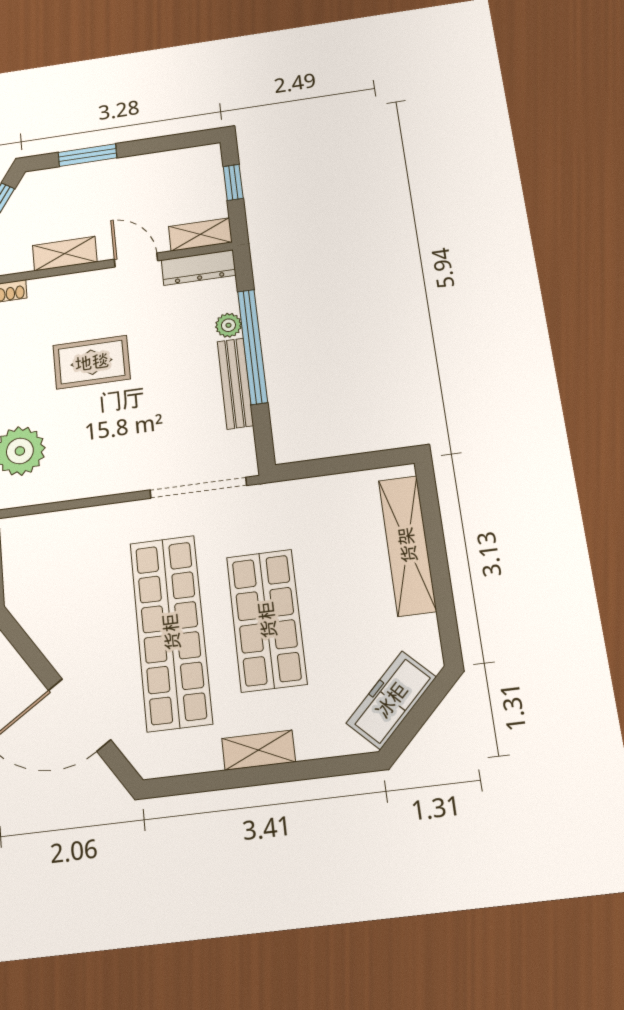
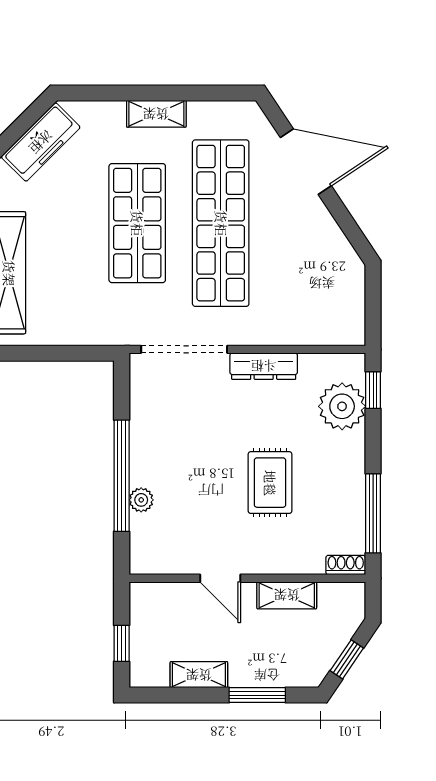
shelving: (200, 234) -> (199, 675), moved
dresser: (199, 268) -> (264, 366), moved, turned 180
rug: (92, 362) -> (270, 483), turned 90
bench: (235, 383) -> (141, 443), removed

